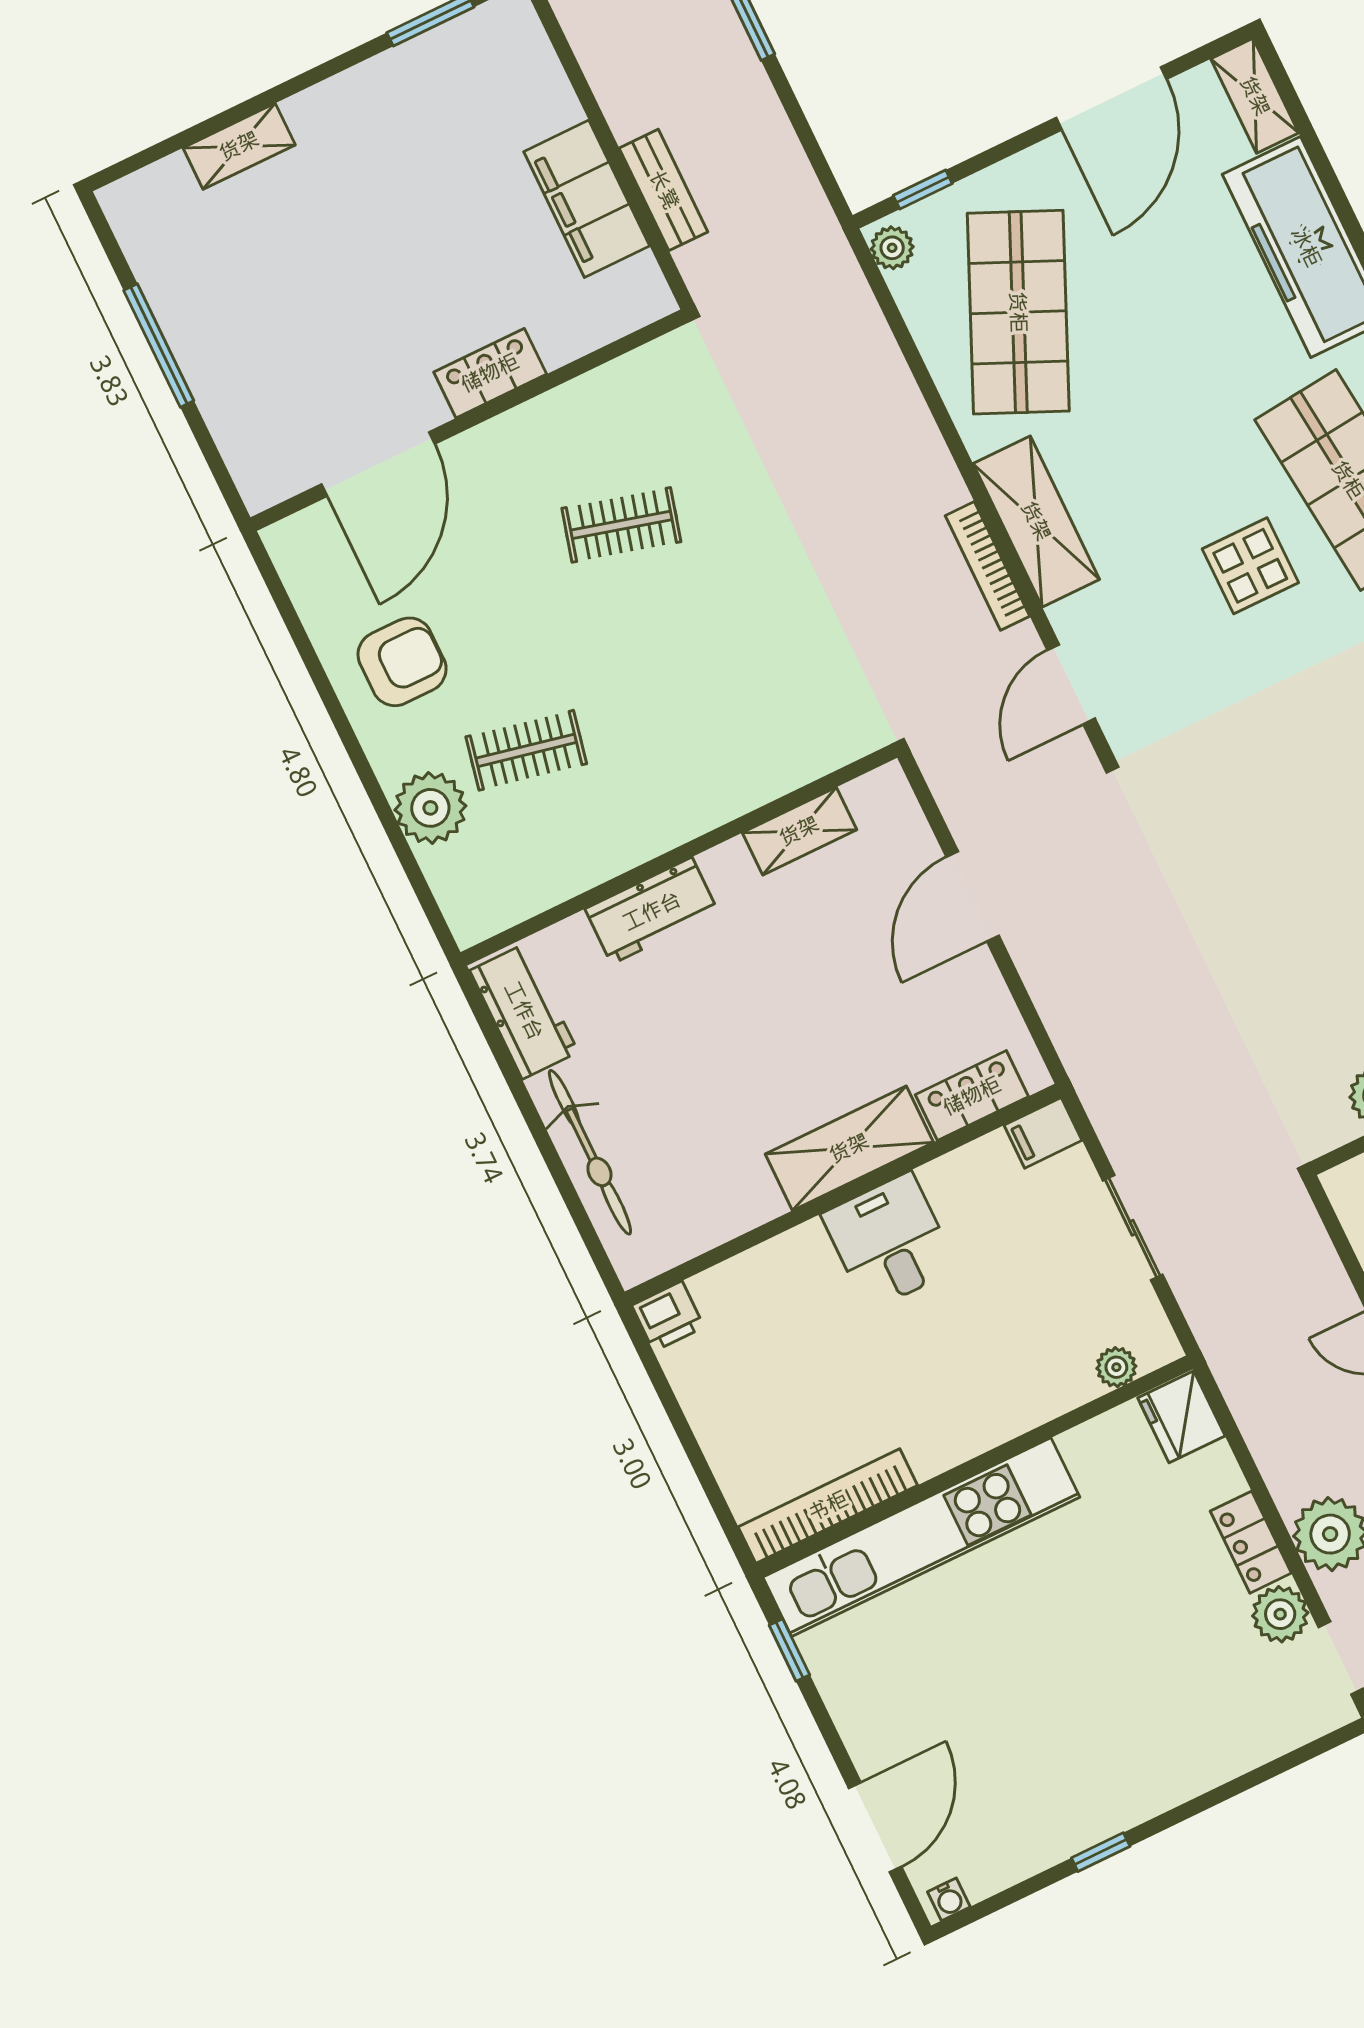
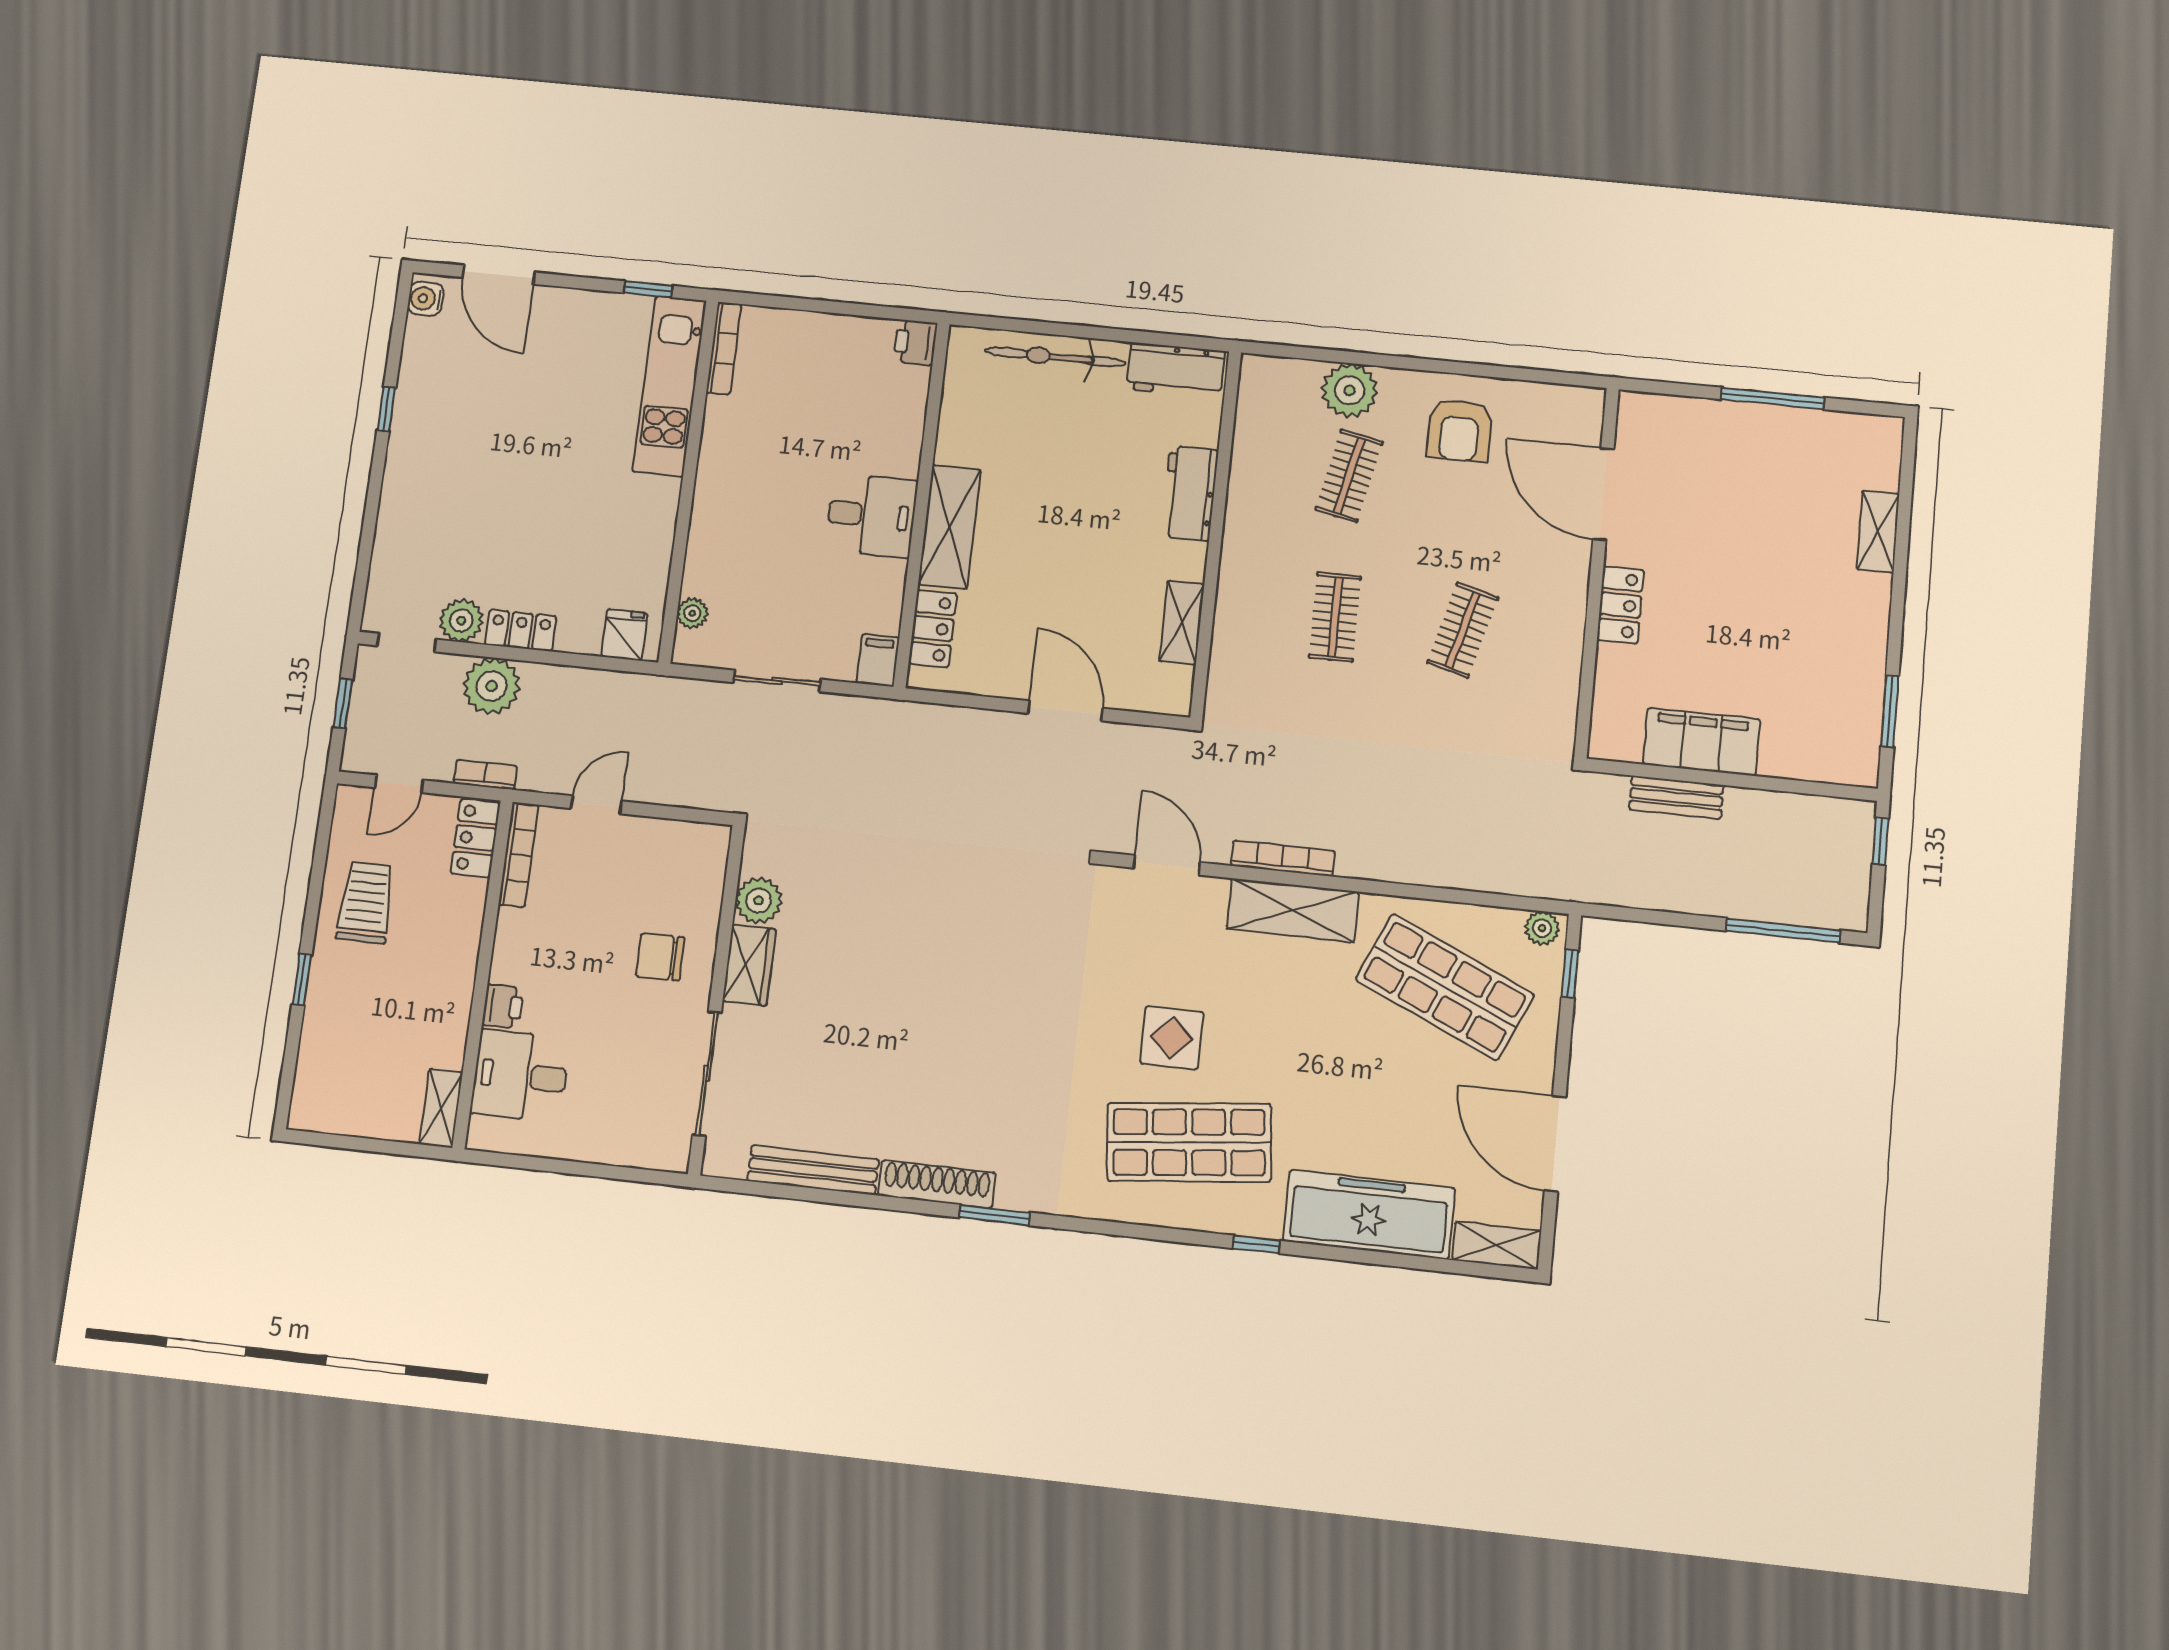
clothes rail: (692, 670) -> (1335, 617), added
fridge: (1181, 1417) -> (624, 635), width x0.72
bookcase: (828, 1506) -> (724, 348), width x0.68, depth x0.76
kitchen unit: (921, 1537) -> (669, 386), width x0.73
water cooler: (949, 1899) -> (426, 299), width x1.38, depth x1.38

